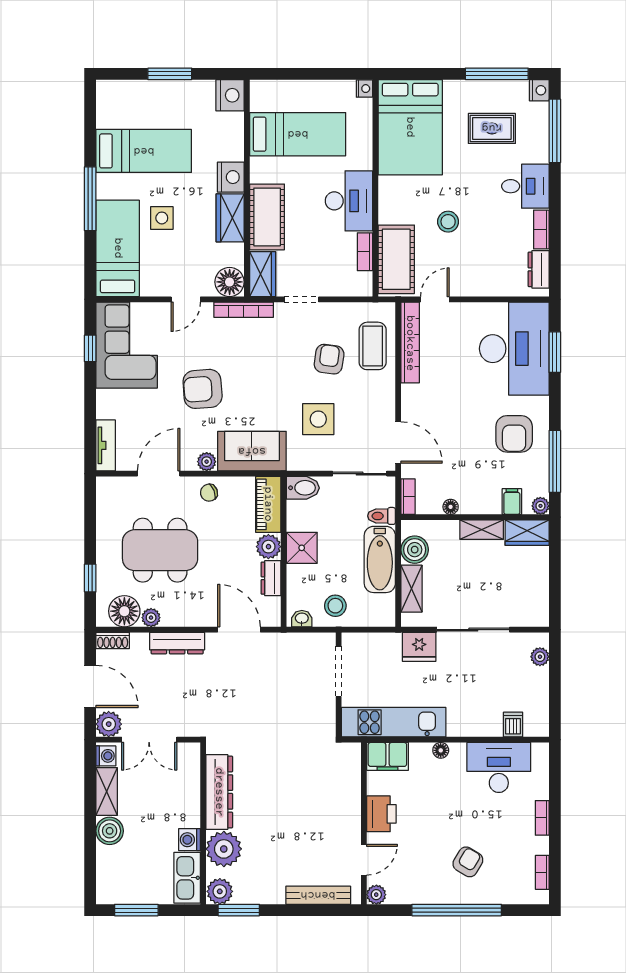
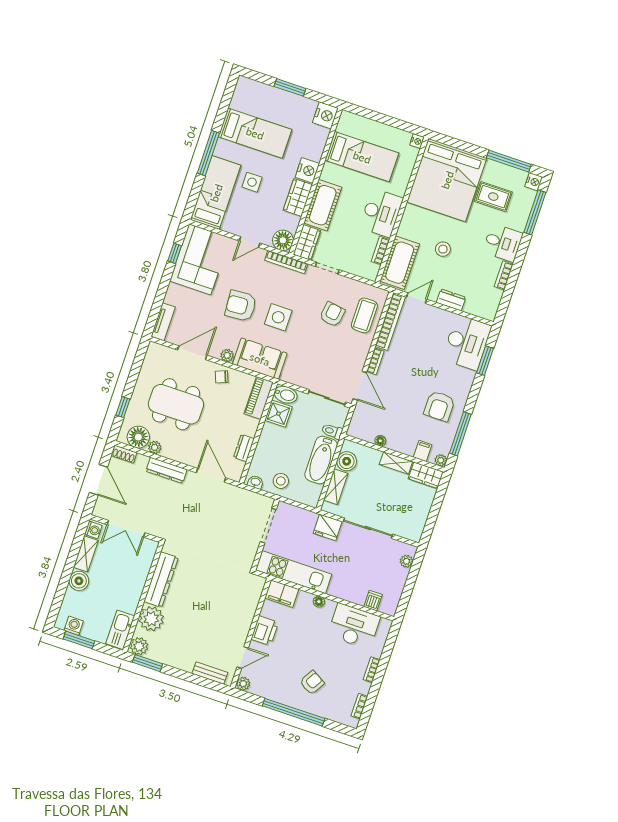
bed: (410, 127) -> (447, 180), width x1.36
dresser: (539, 269) -> (451, 300), moved, turned 90
desk: (514, 349) -> (467, 343), width x0.73, depth x0.77
side table: (318, 419) -> (278, 317), moved
bookcase: (408, 497) -> (375, 361), moved
plant: (268, 547) -> (249, 426), removed
shower: (302, 548) -> (278, 414), moved
plant: (109, 724) -> (102, 509), removed
washing machine: (190, 840) -> (74, 626), moved, turned 90
bench: (318, 895) -> (210, 673), width x0.73

